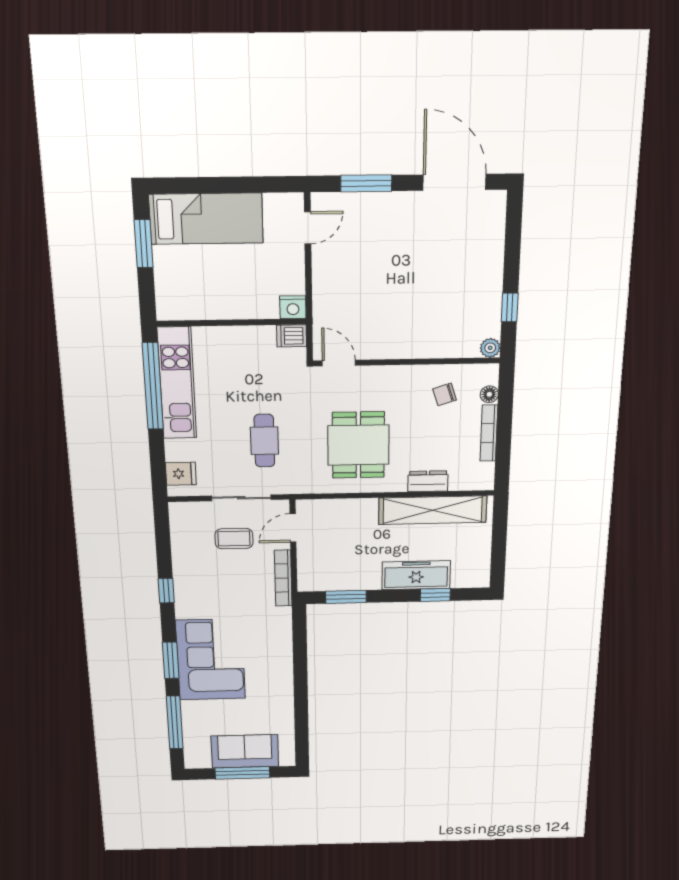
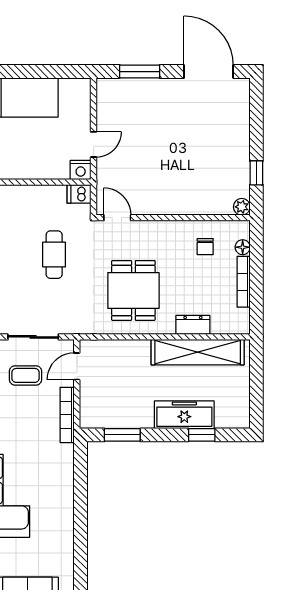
door: (308, 228) -> (94, 144), moved
chair: (445, 394) -> (205, 247), turned -72
cafe table: (264, 441) -> (54, 255), moved

